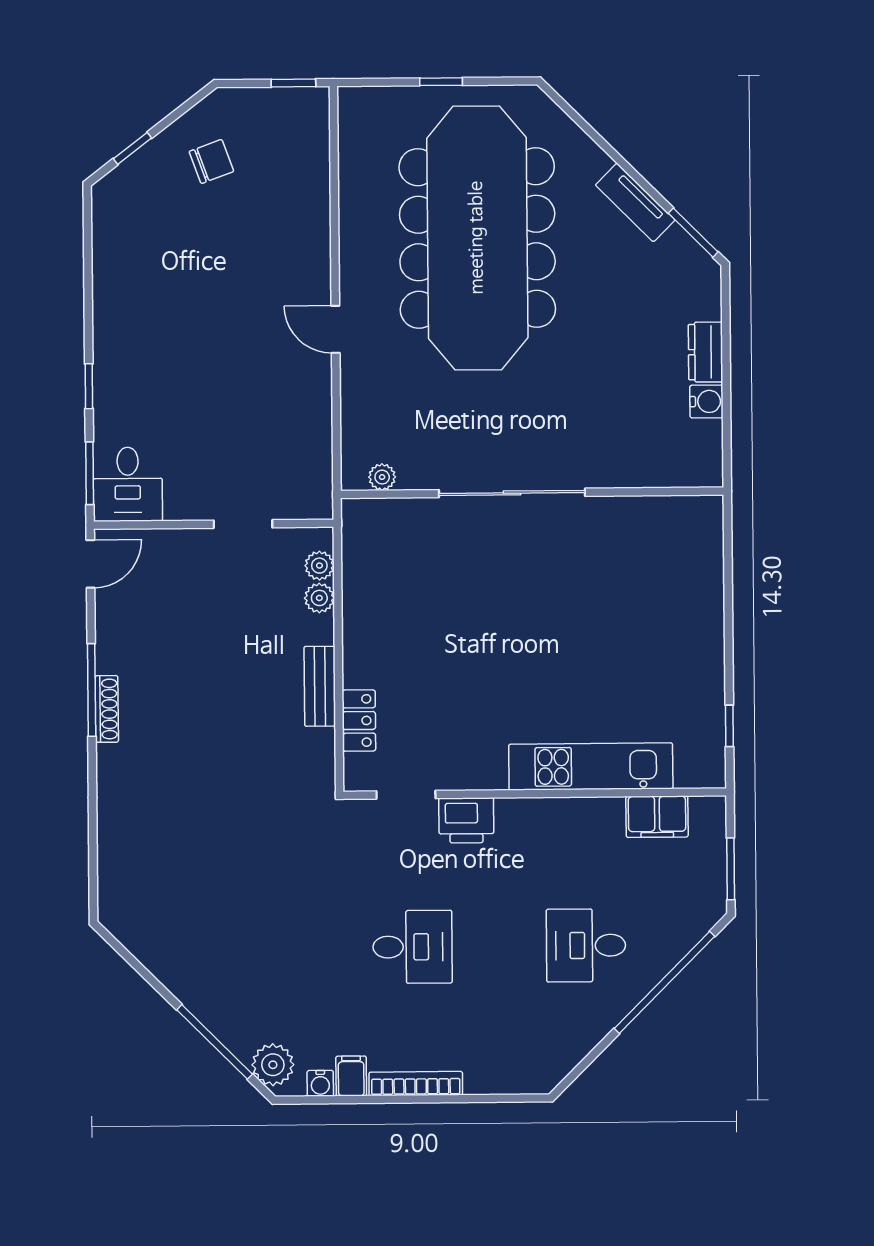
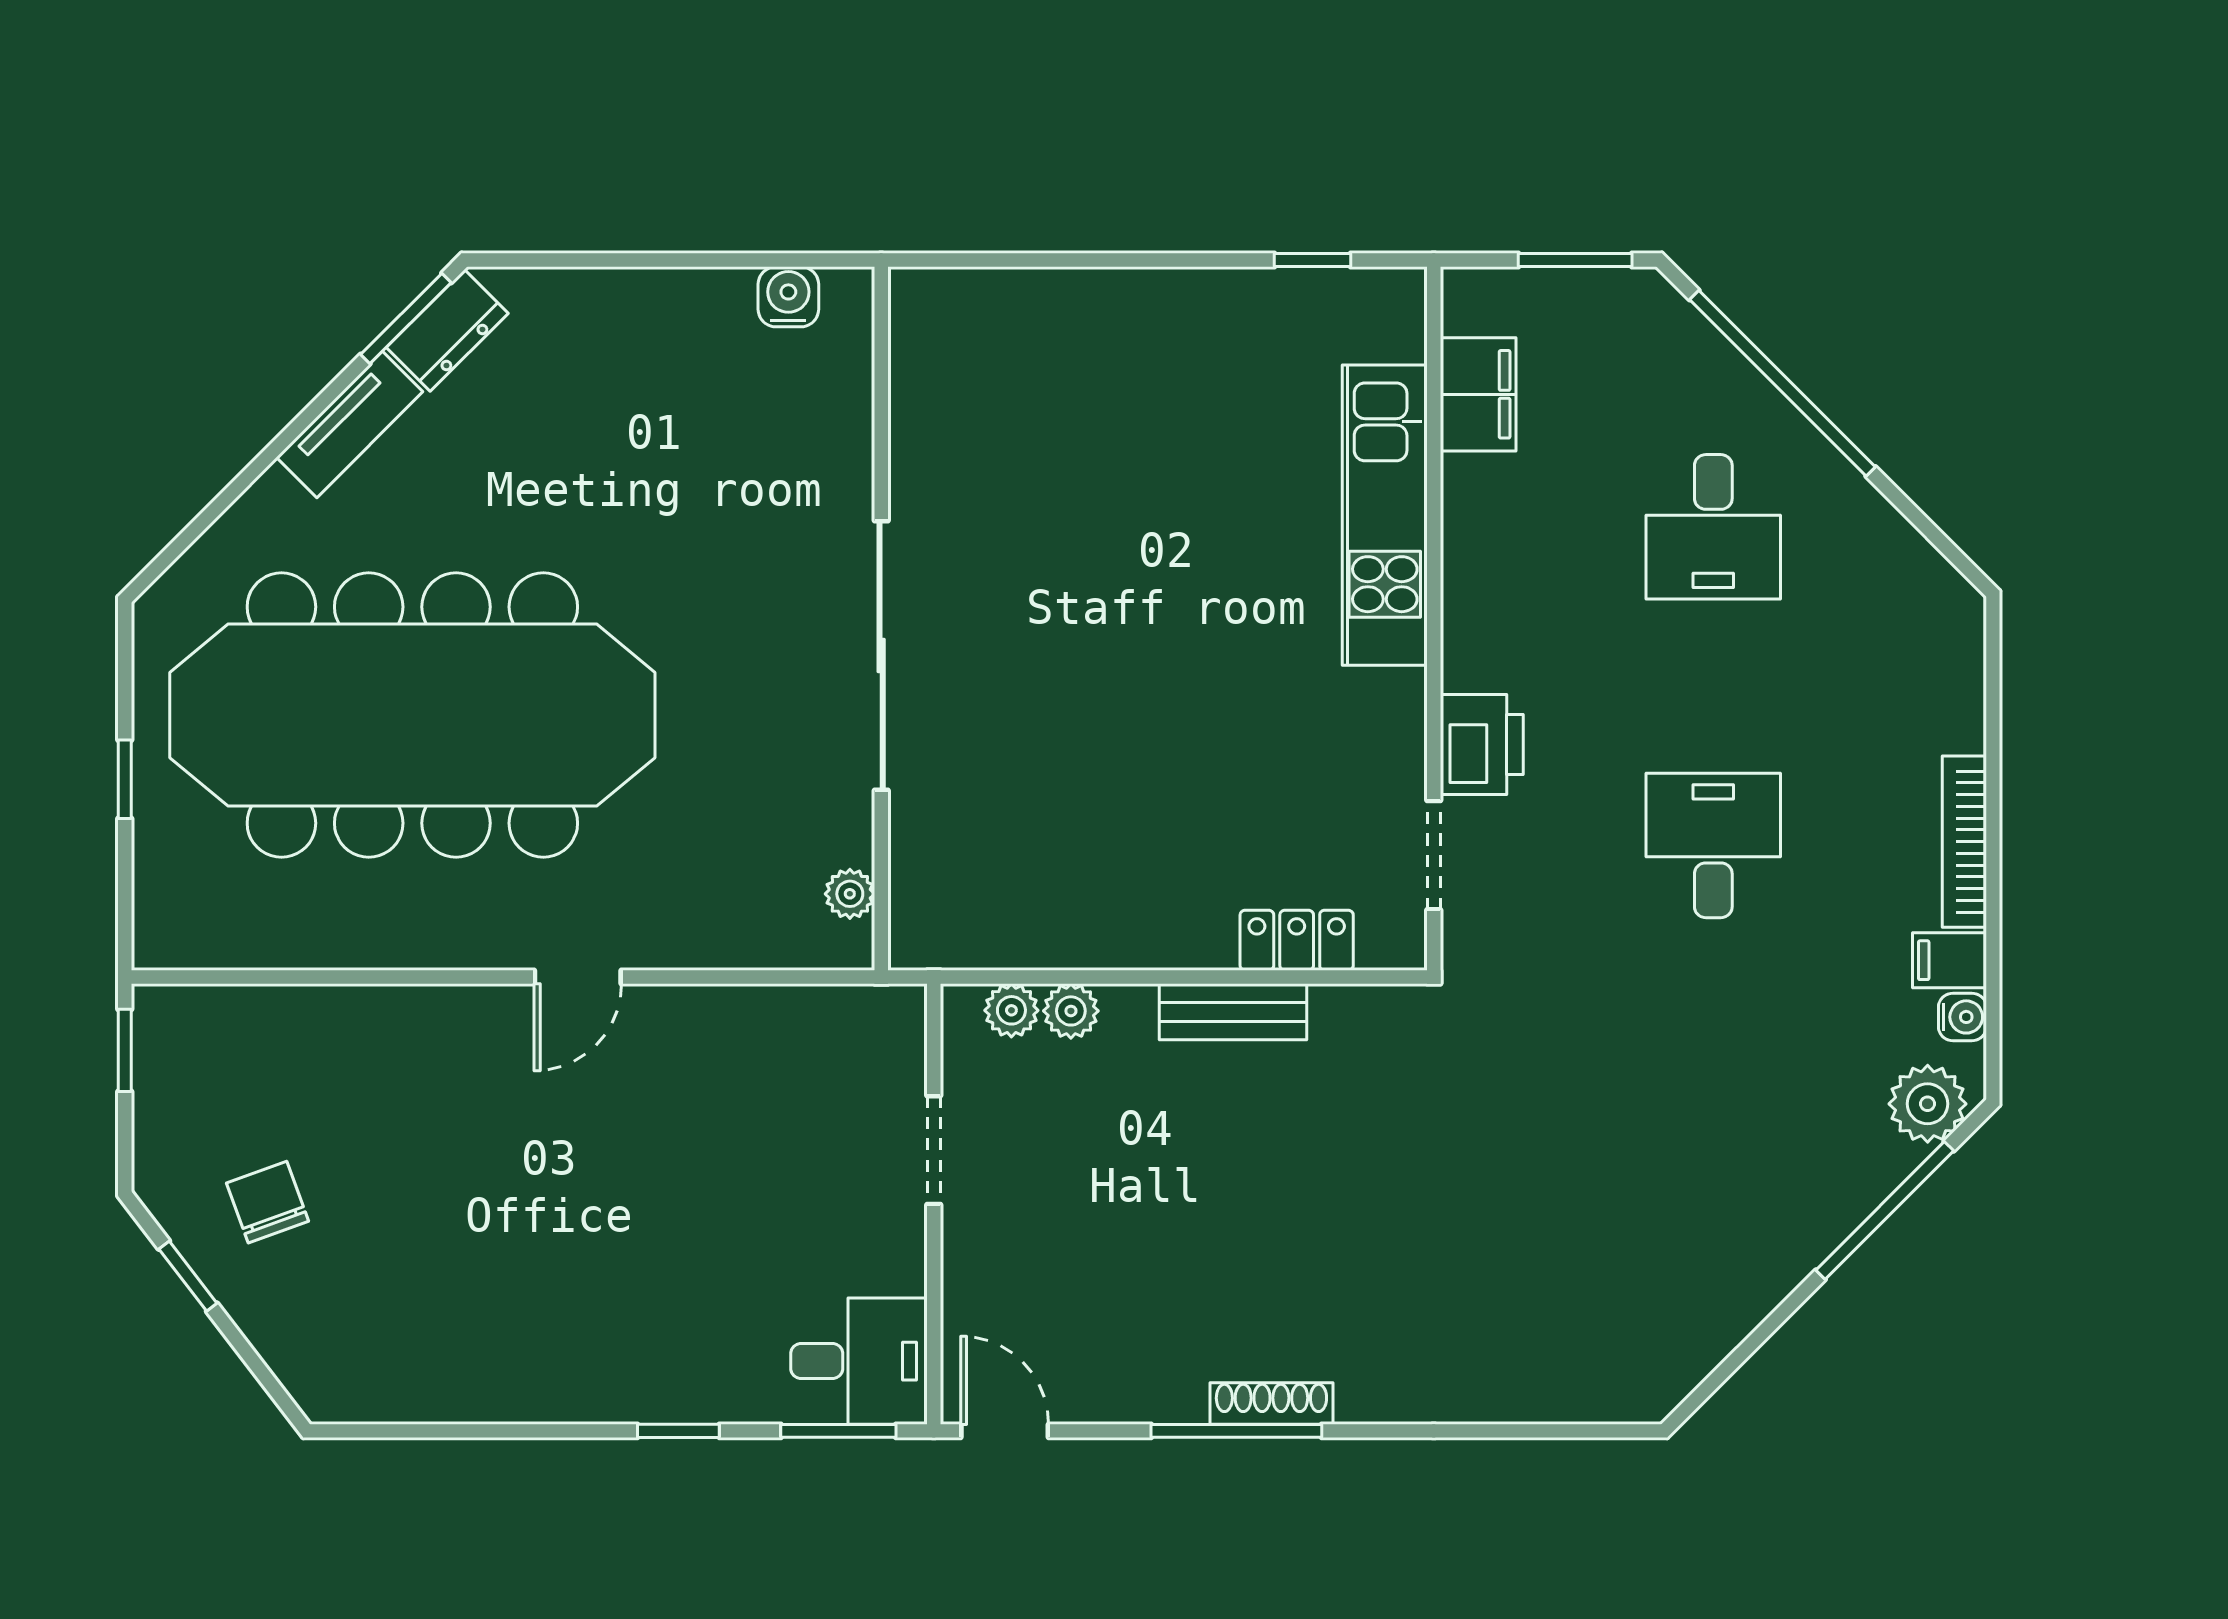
window: (132, 148) -> (188, 1276), moved
dresser: (706, 352) -> (447, 330), moved, turned -45
water cooler: (706, 401) -> (788, 297), moved

